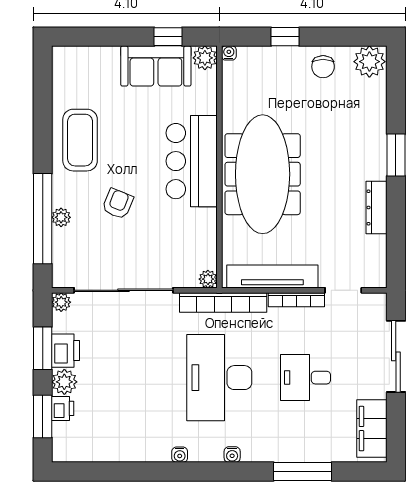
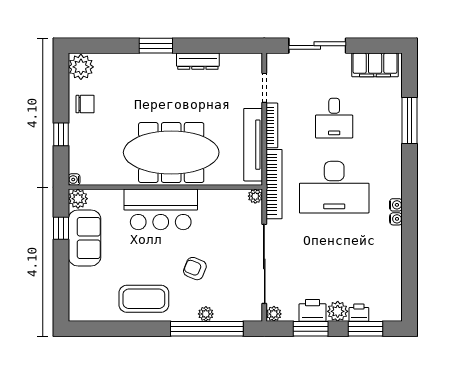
water cooler: (232, 455) -> (396, 205), moved

